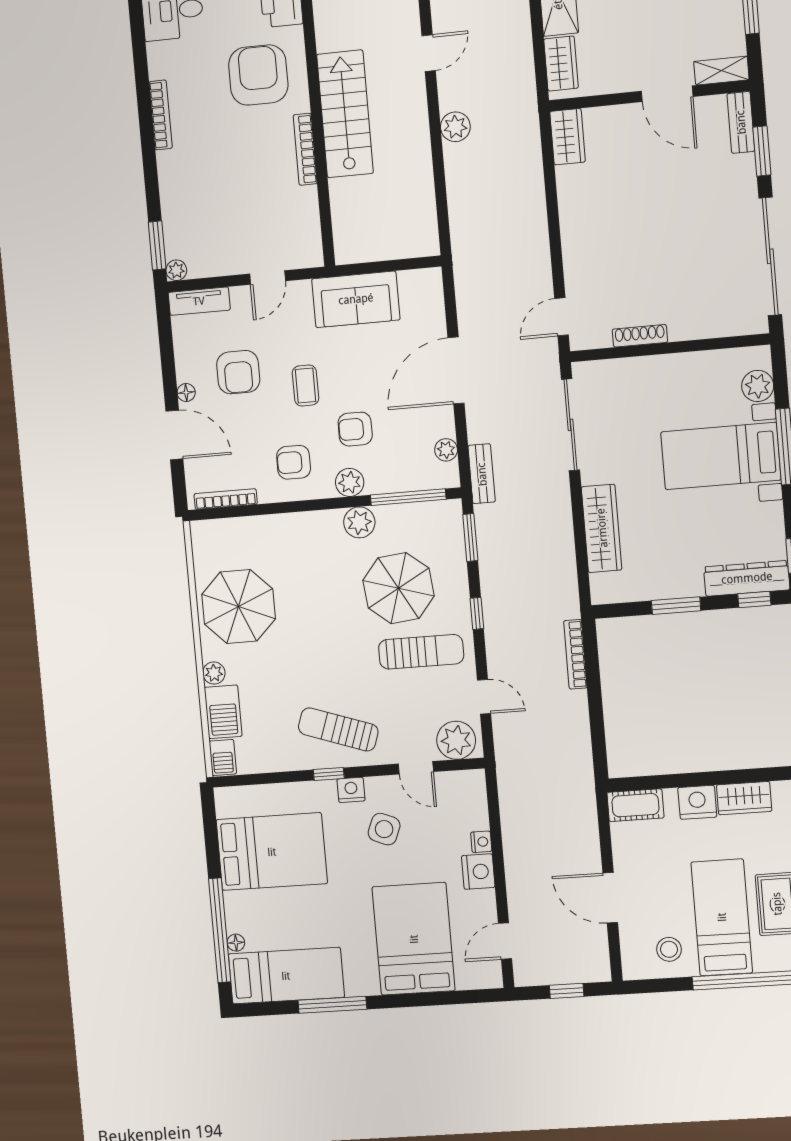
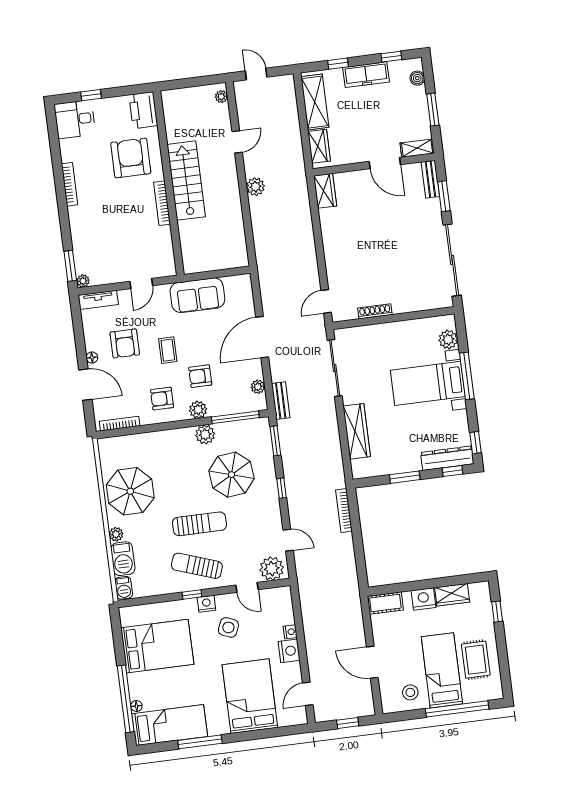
sun lounger: (421, 652) -> (199, 524), moved

